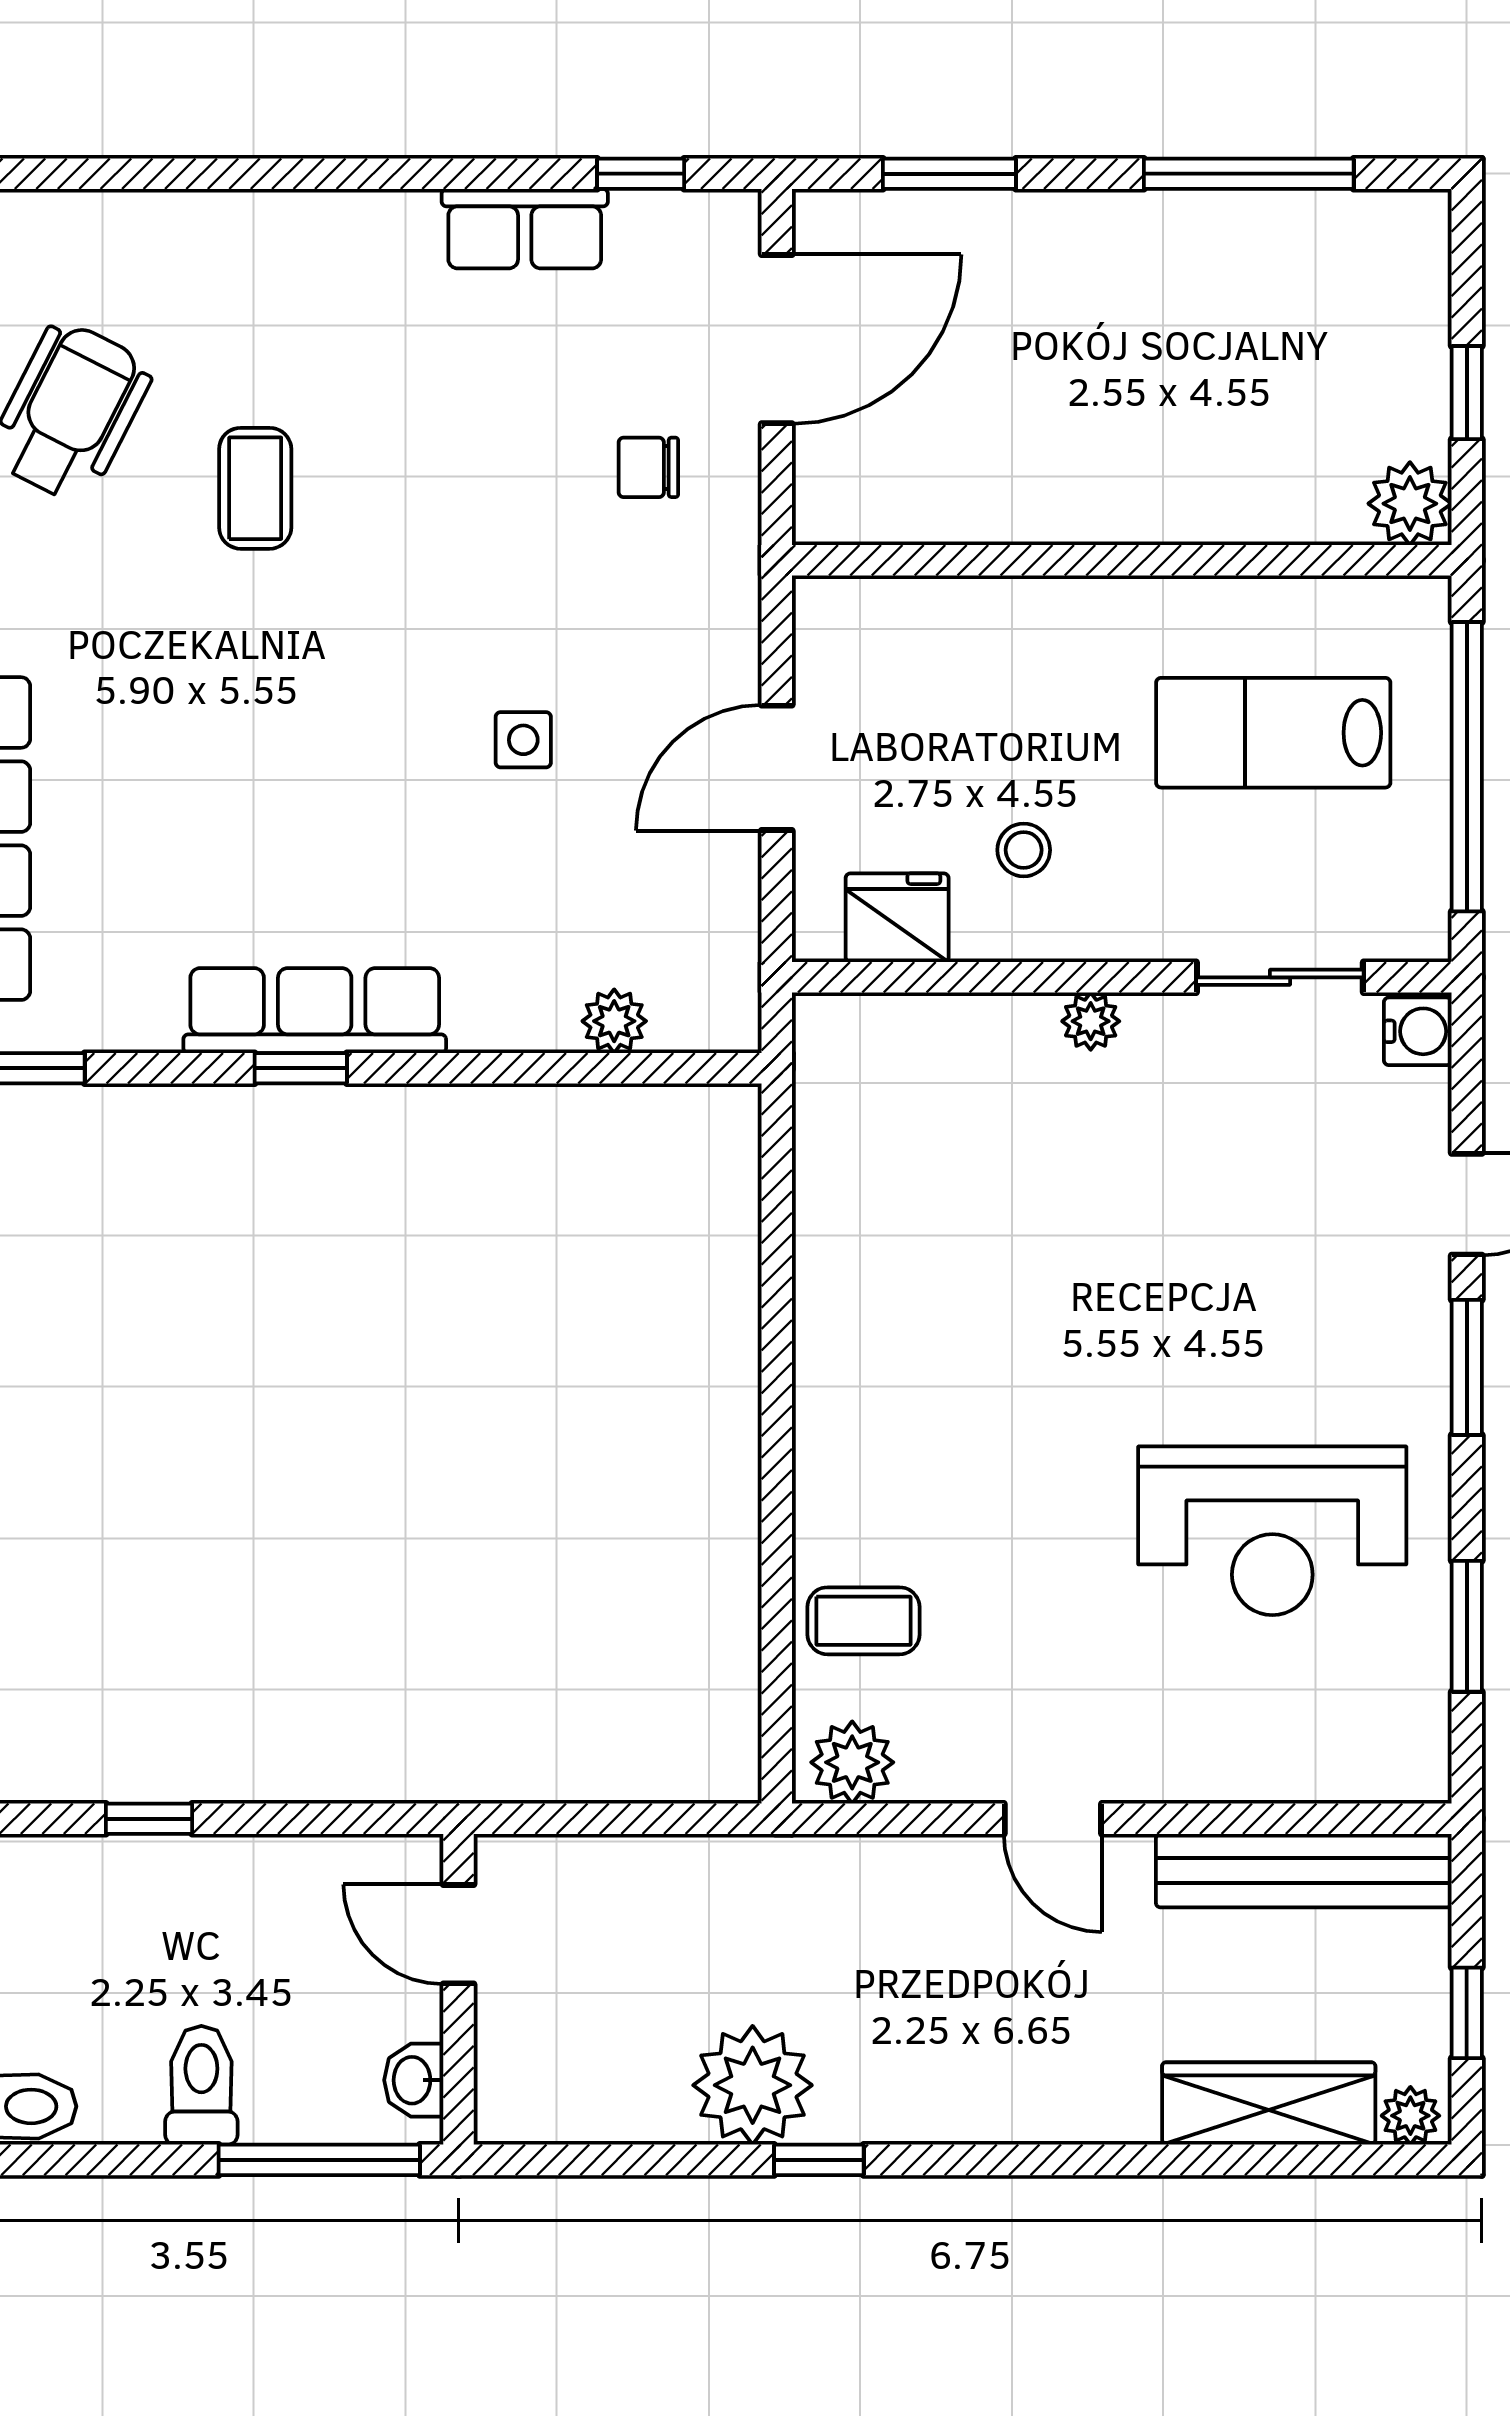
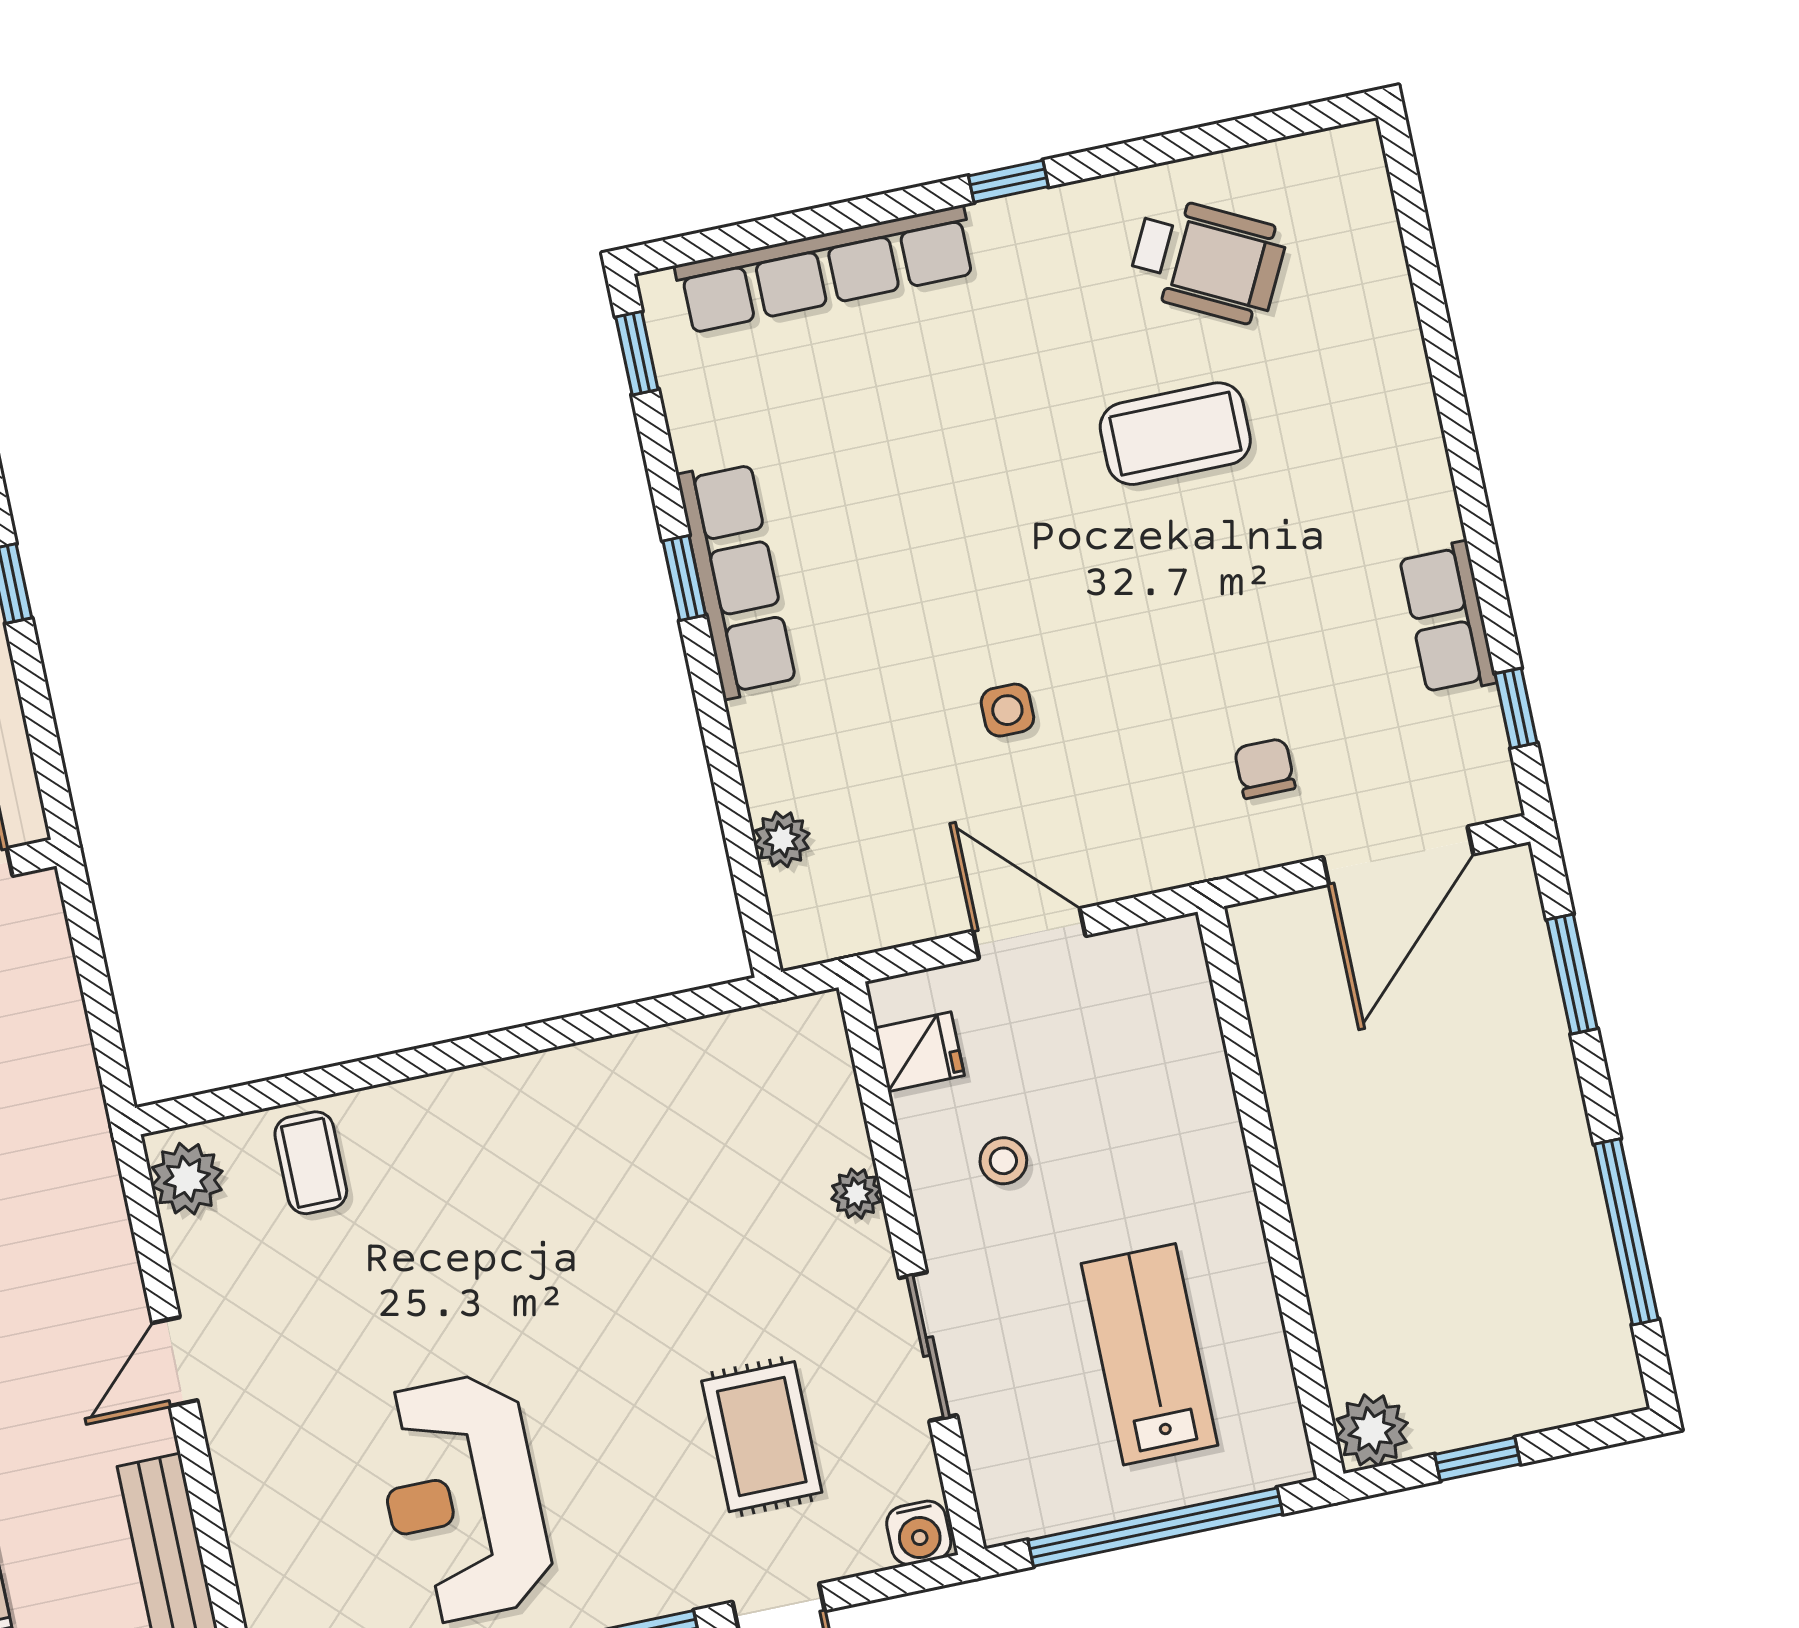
door: (777, 339) -> (1398, 856), hinge flipped
coffee table: (255, 488) -> (1175, 434), width x1.36, depth x1.30
fridge: (897, 918) -> (919, 1052), width x0.72
sliding door: (1280, 977) -> (928, 1347), moved
plant: (1091, 1021) -> (856, 1194), moved
rug: (1274, 1183) -> (762, 1437), added

